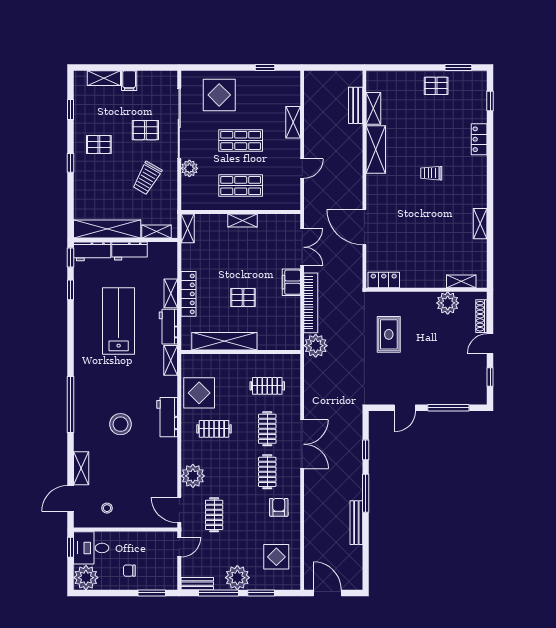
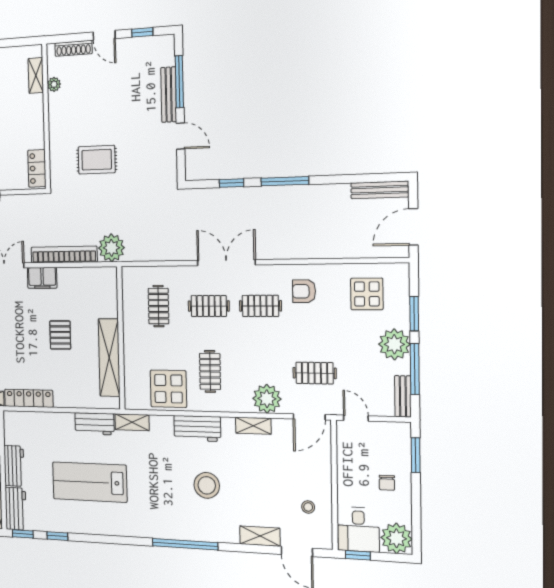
shelving: (171, 293) -> (253, 426), moved
locker: (189, 294) -> (29, 398), moved
plant: (448, 303) -> (54, 84), width x0.53, depth x0.53
bench: (439, 398) -> (169, 95), added
bench: (356, 523) -> (380, 190), moved

